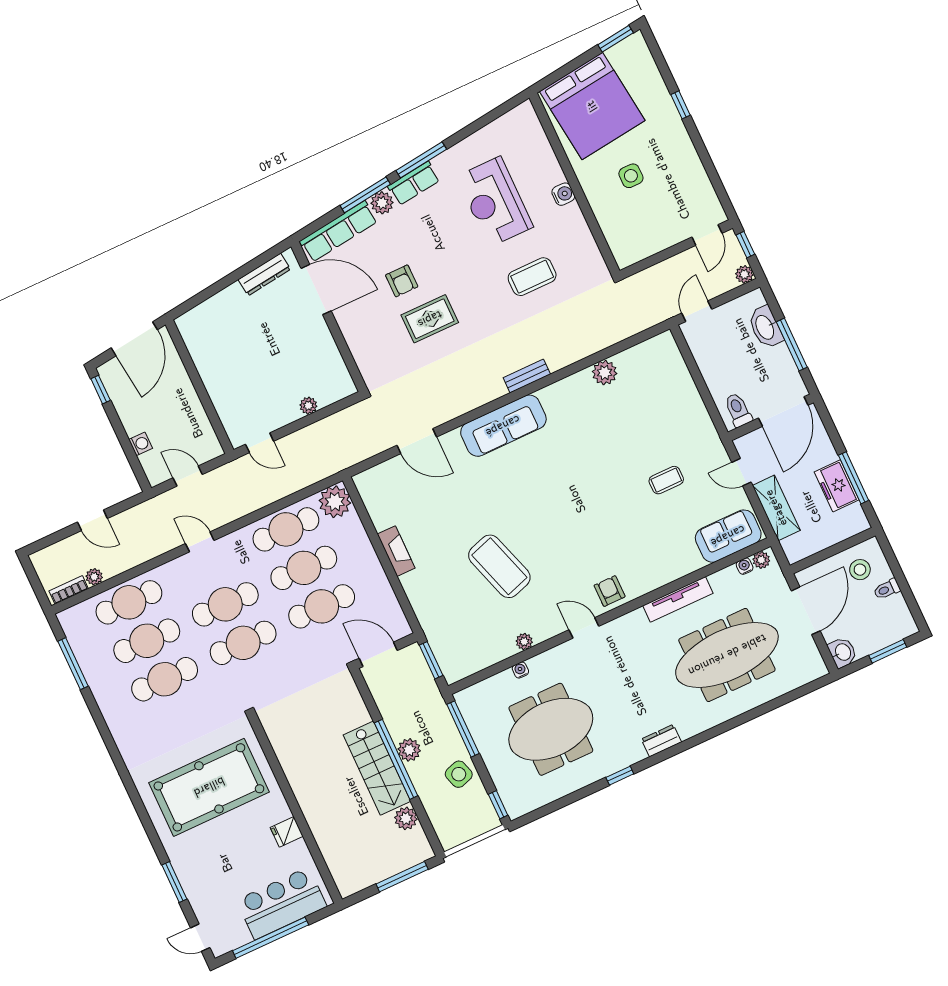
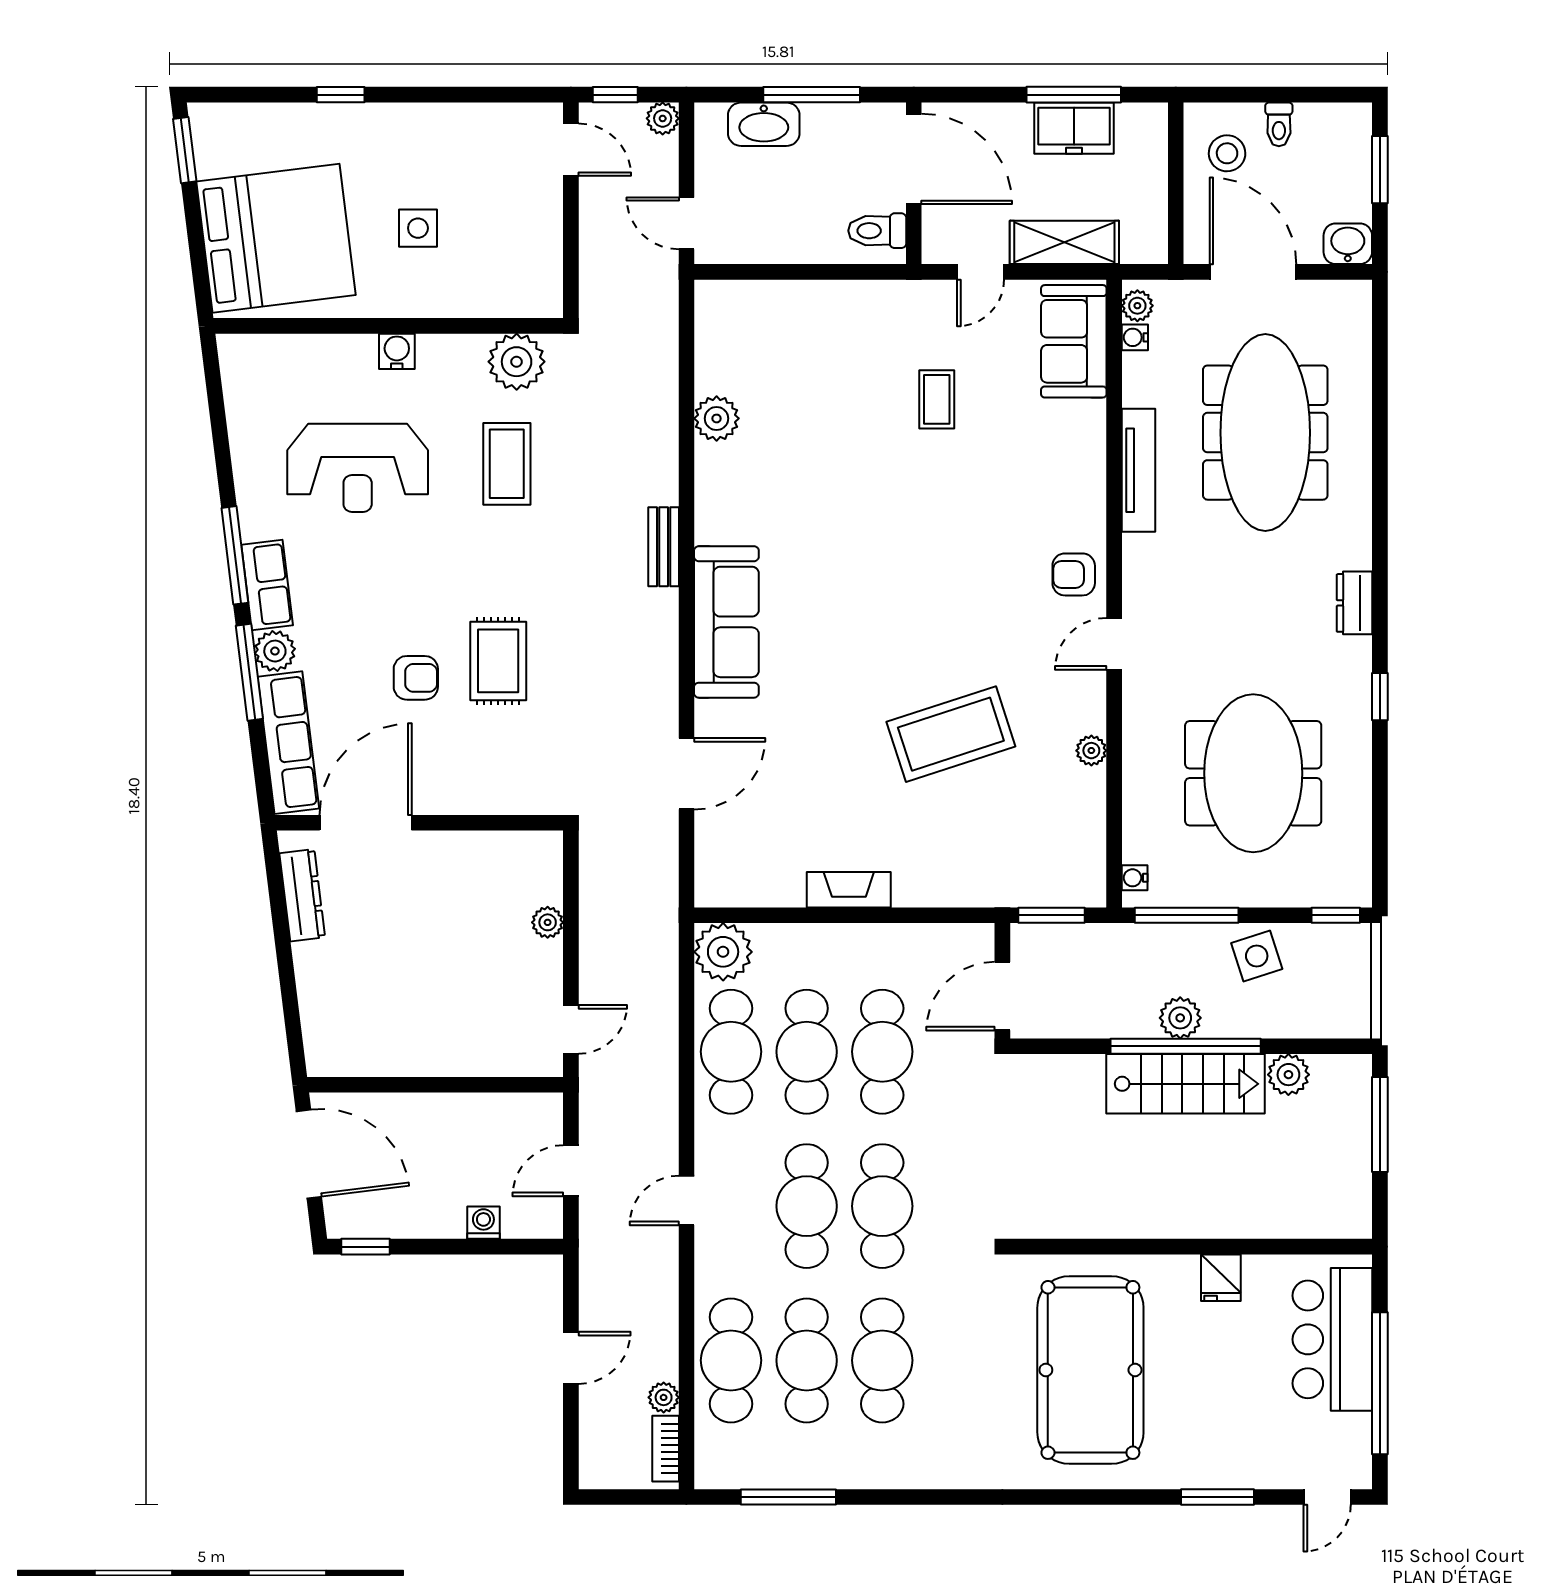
plant: (586, 257) -> (517, 362), added
water cooler: (520, 670) -> (1135, 878), moved

